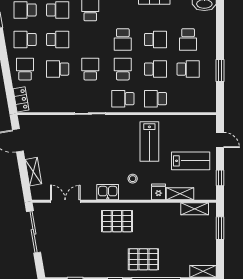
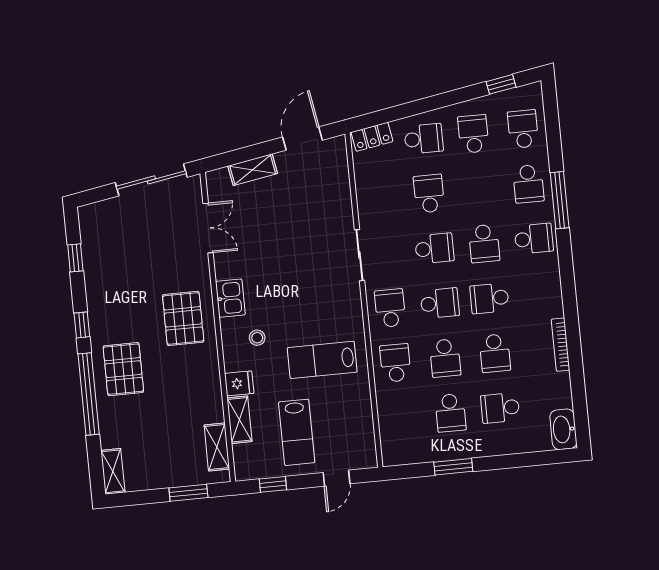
school desk: (58, 40) -> (484, 244), moved

